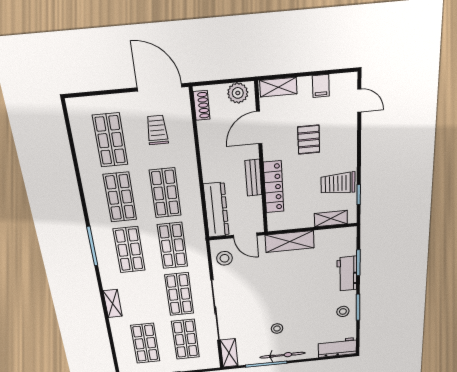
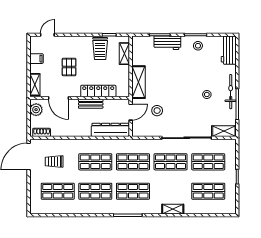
pallet: (309, 140) -> (69, 67), turned 90
stool: (225, 258) -> (157, 111), moved

